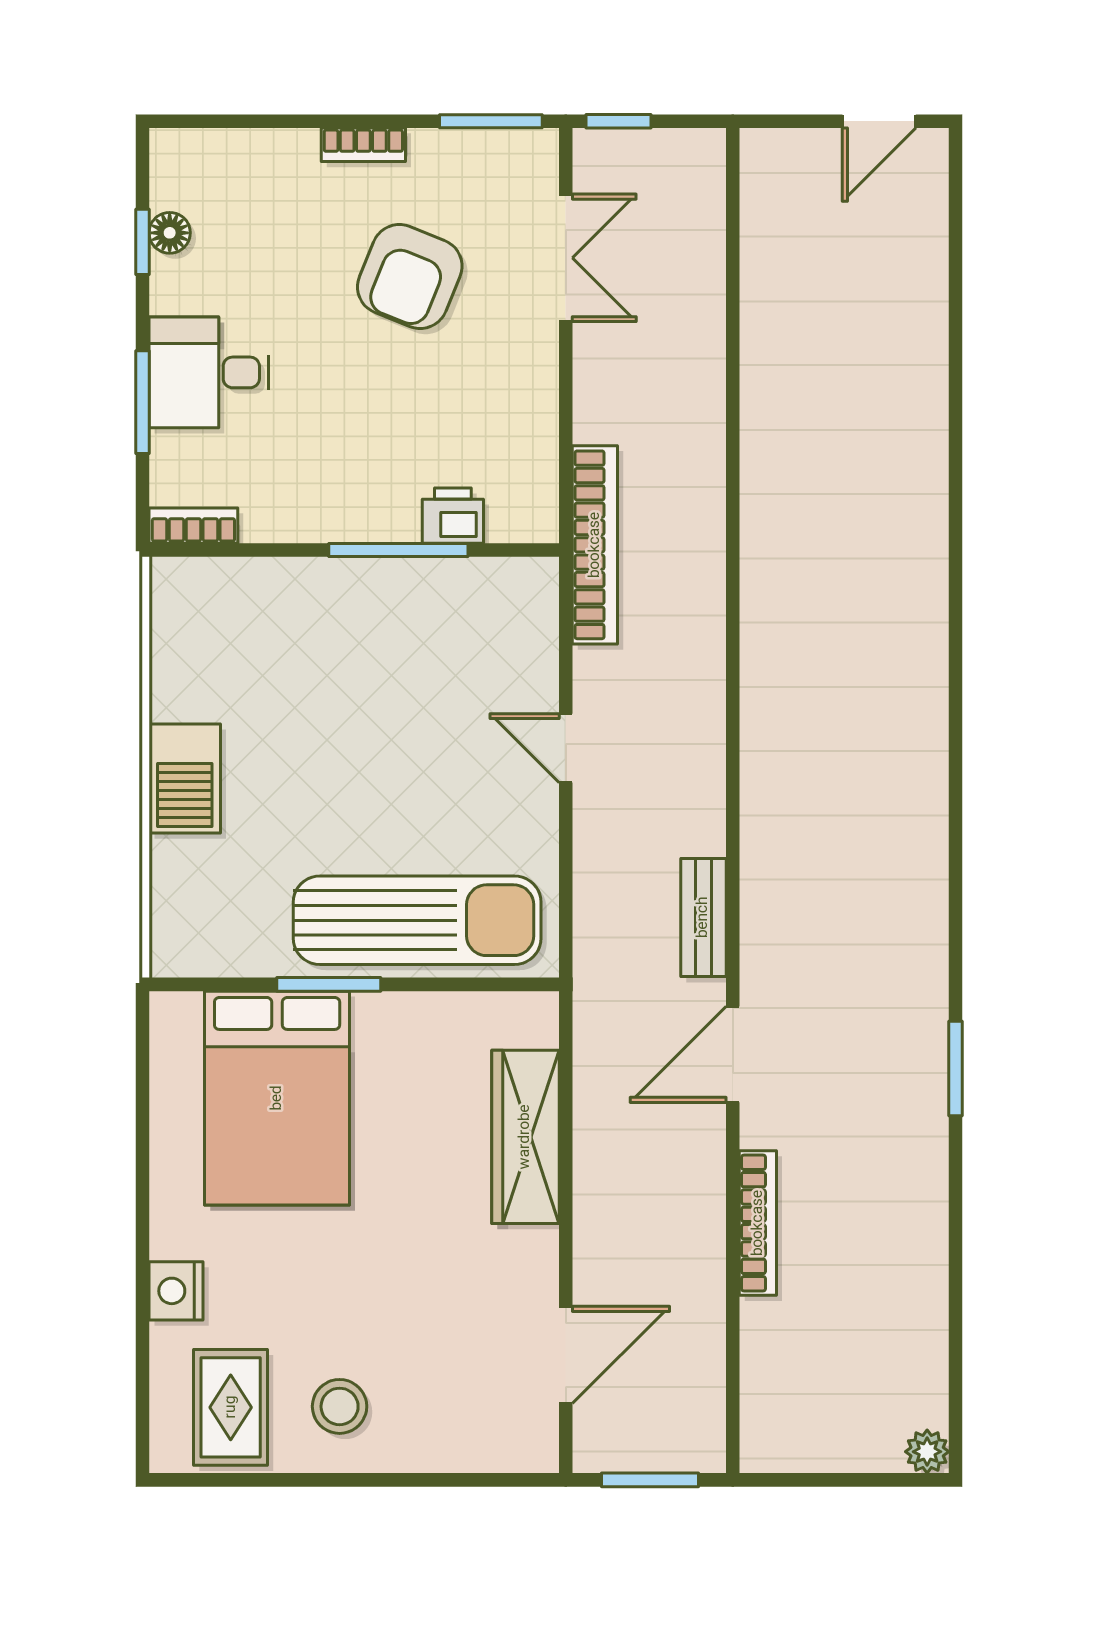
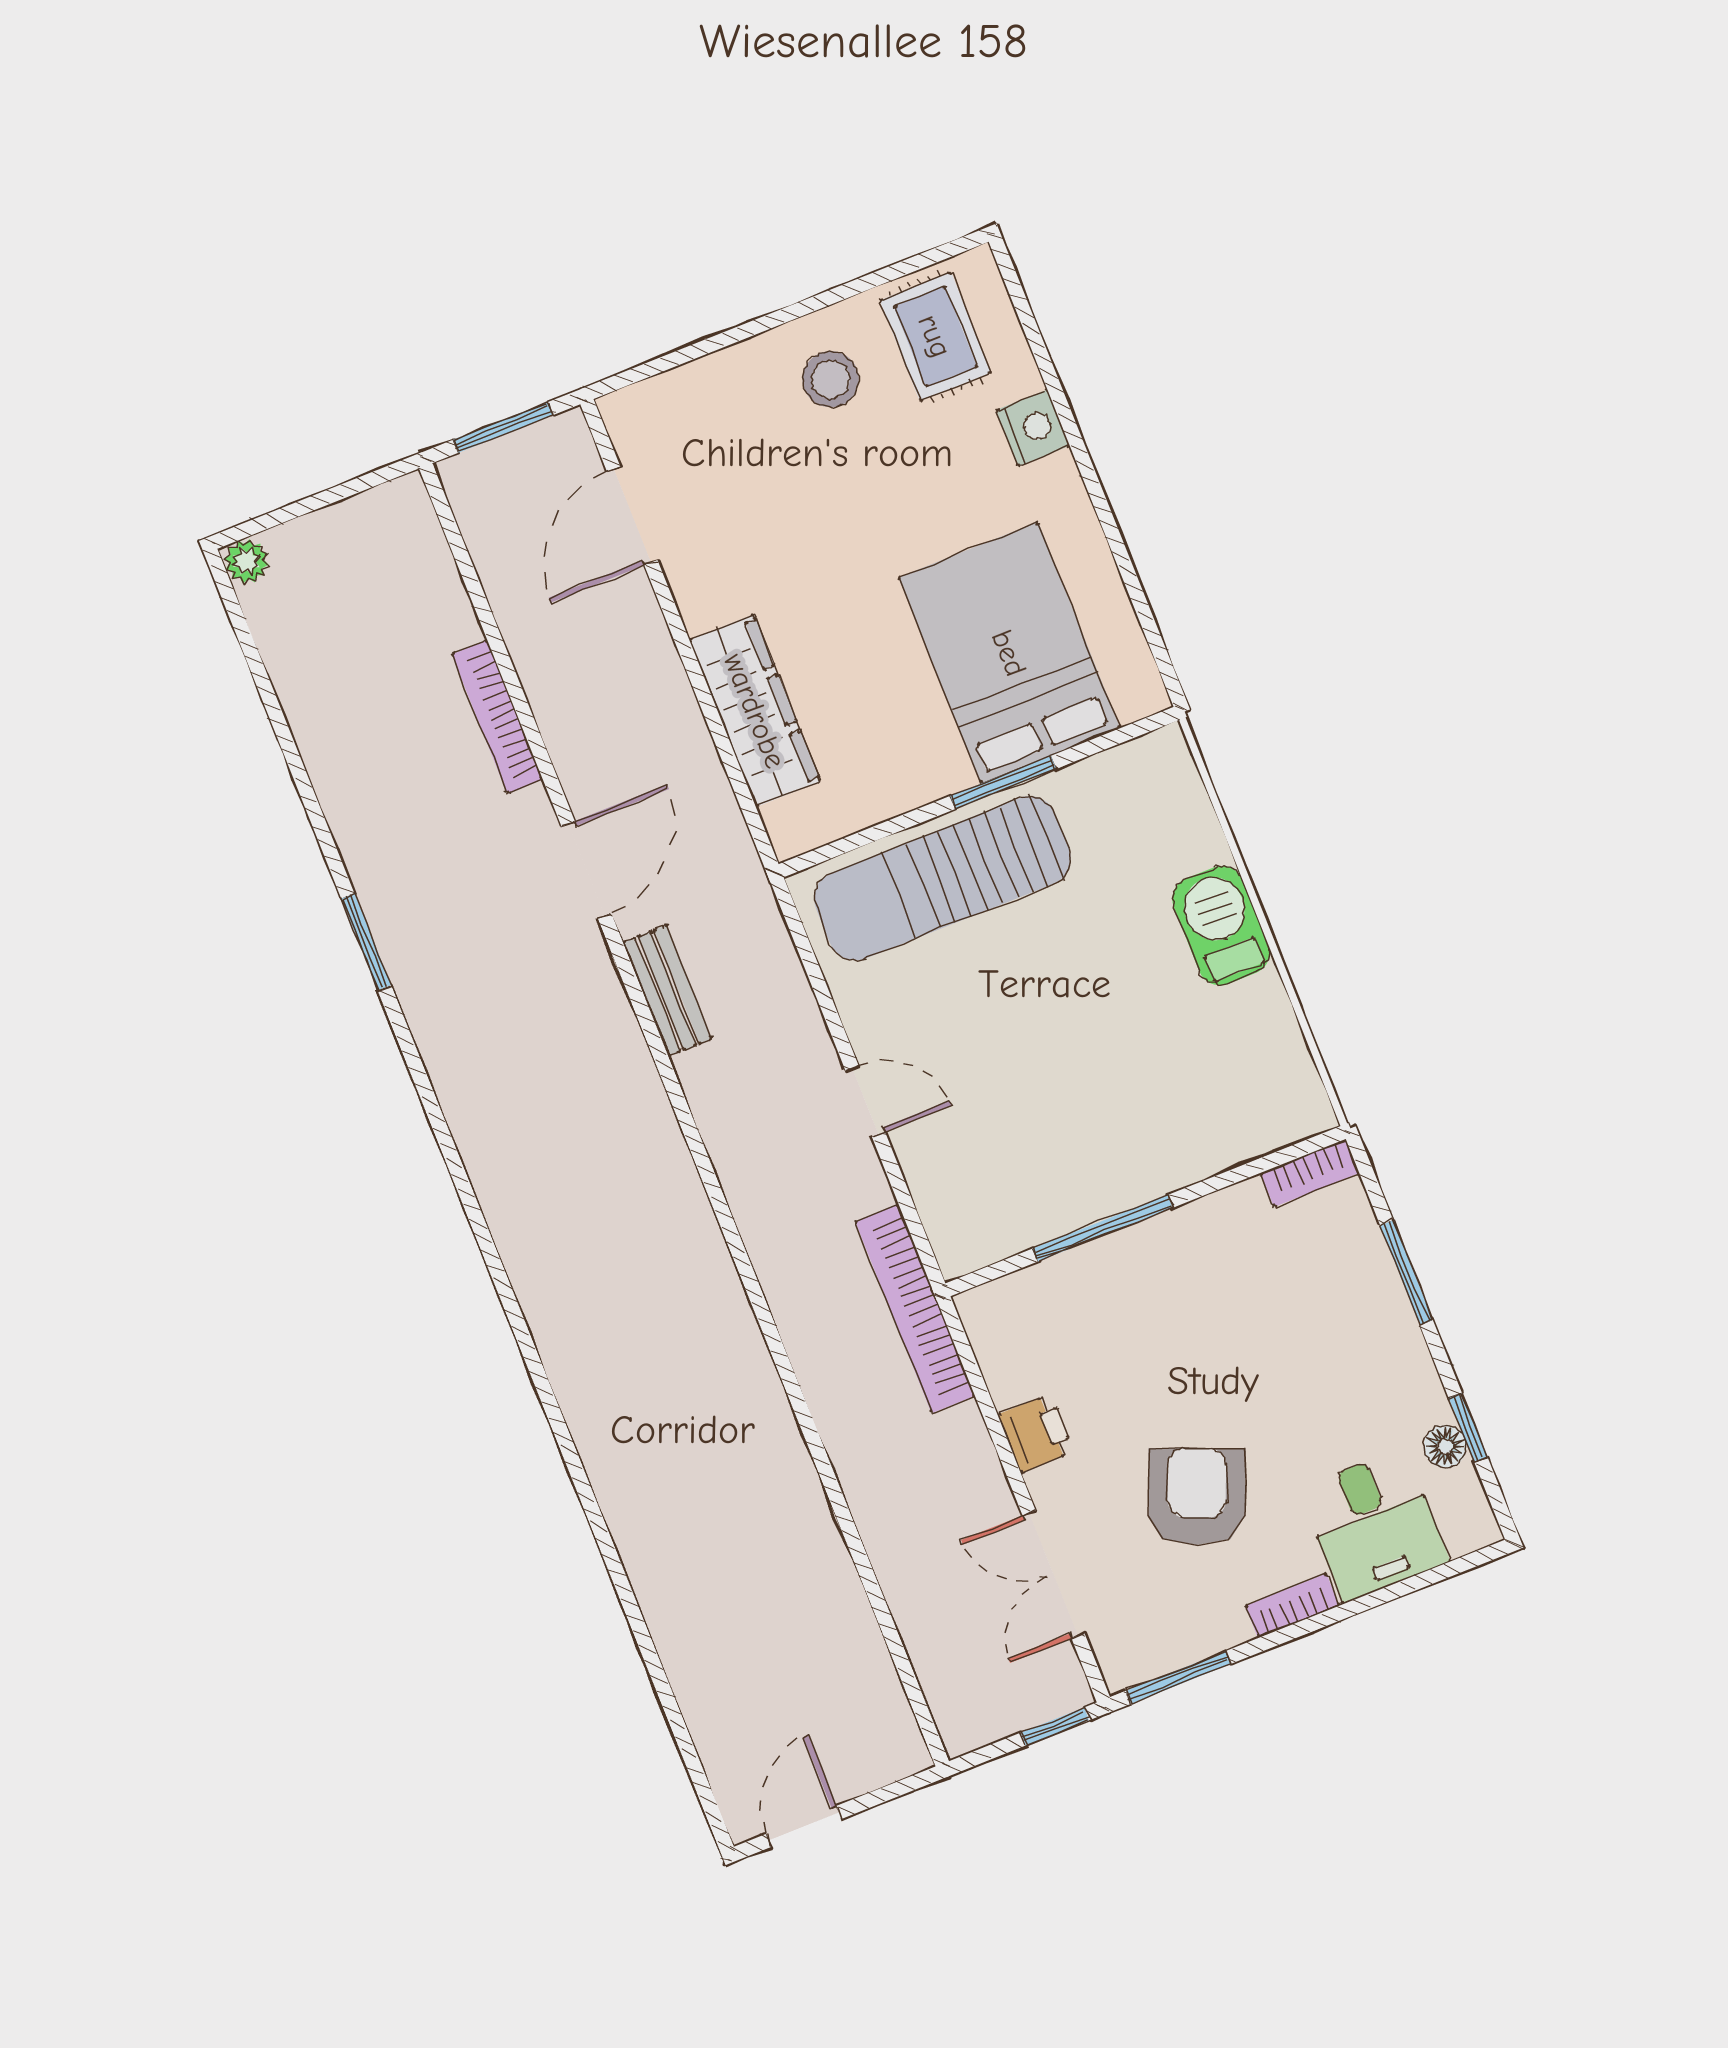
desk: (209, 372) -> (1374, 1525), moved, turned 90
printer: (453, 516) -> (1036, 1433), moved, turned -90

